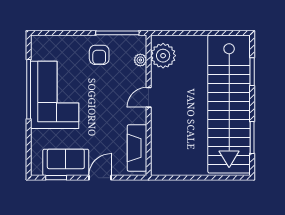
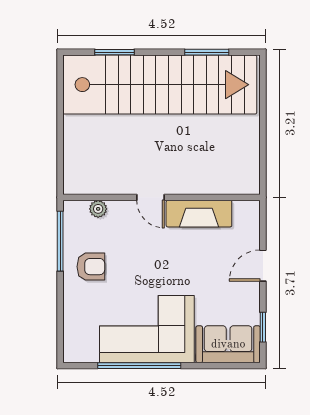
plant: (163, 56) -> (92, 177), removed
fireplace: (137, 148) -> (199, 214), moved
sofa: (66, 162) -> (228, 344), moved, turned 90
door: (100, 178) -> (263, 266), hinge flipped

